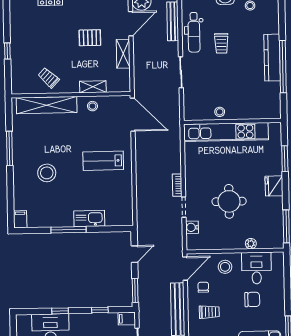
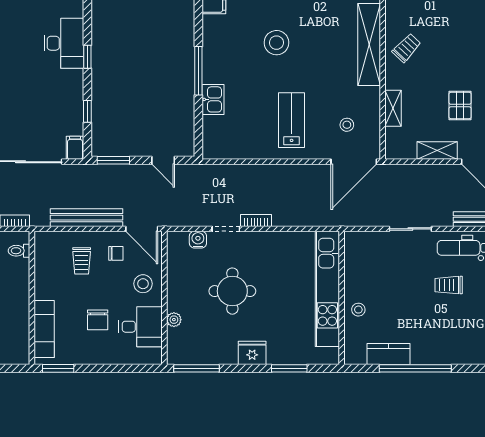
kitchen counter: (272, 58) -> (388, 354), moved, width x0.67
stool: (92, 106) -> (347, 125), moved
stool: (220, 112) -> (358, 310), moved
kitchen sink: (89, 218) -> (213, 99), width x0.73

